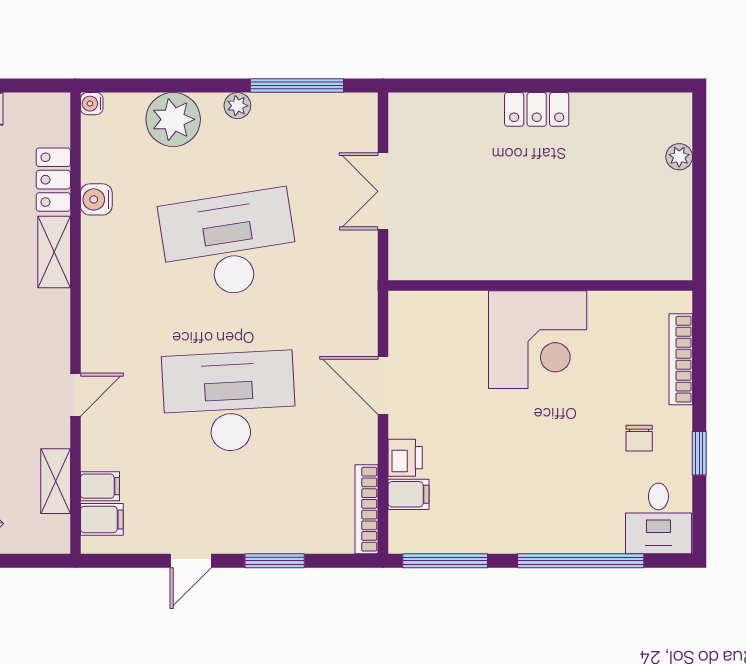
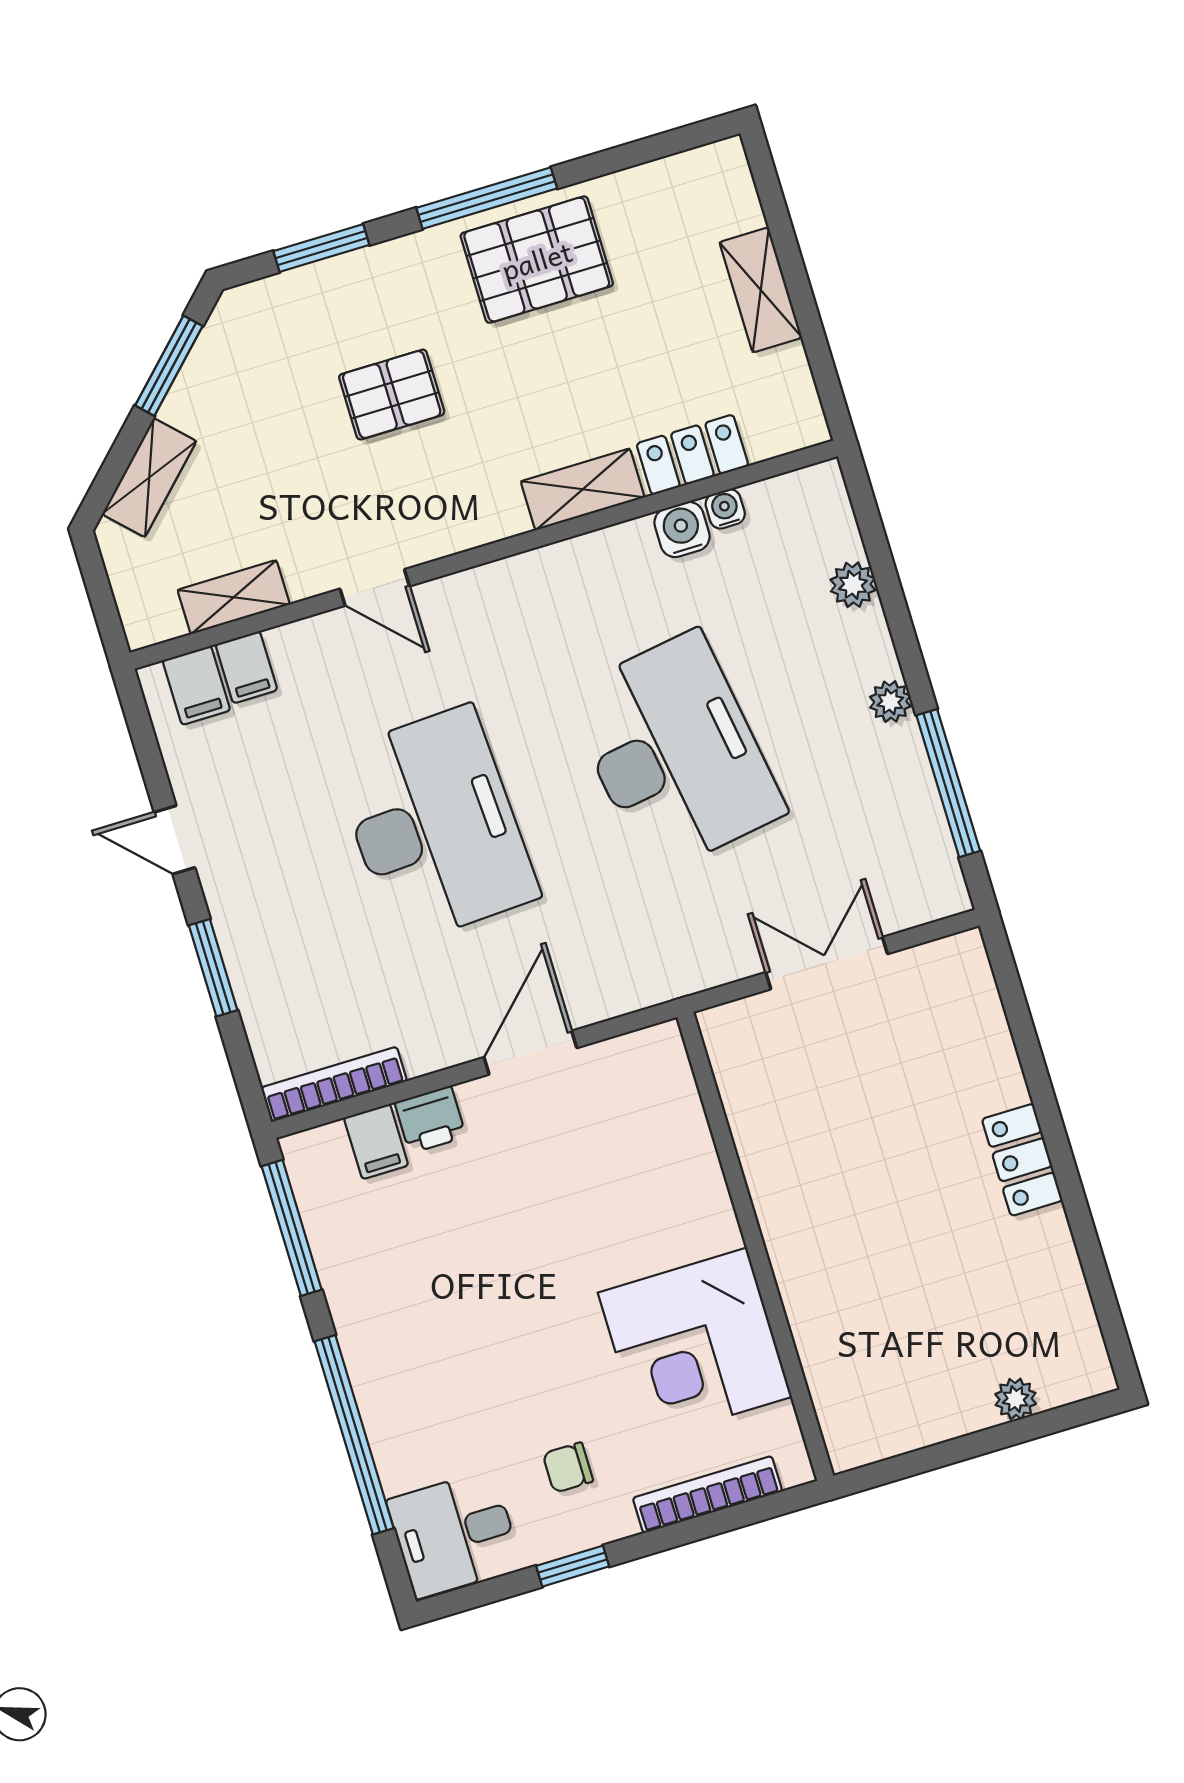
water cooler: (92, 104) -> (725, 509), moved
plant: (173, 119) -> (853, 585), width x0.53, depth x0.53
corner desk: (538, 340) -> (695, 1345), moved

